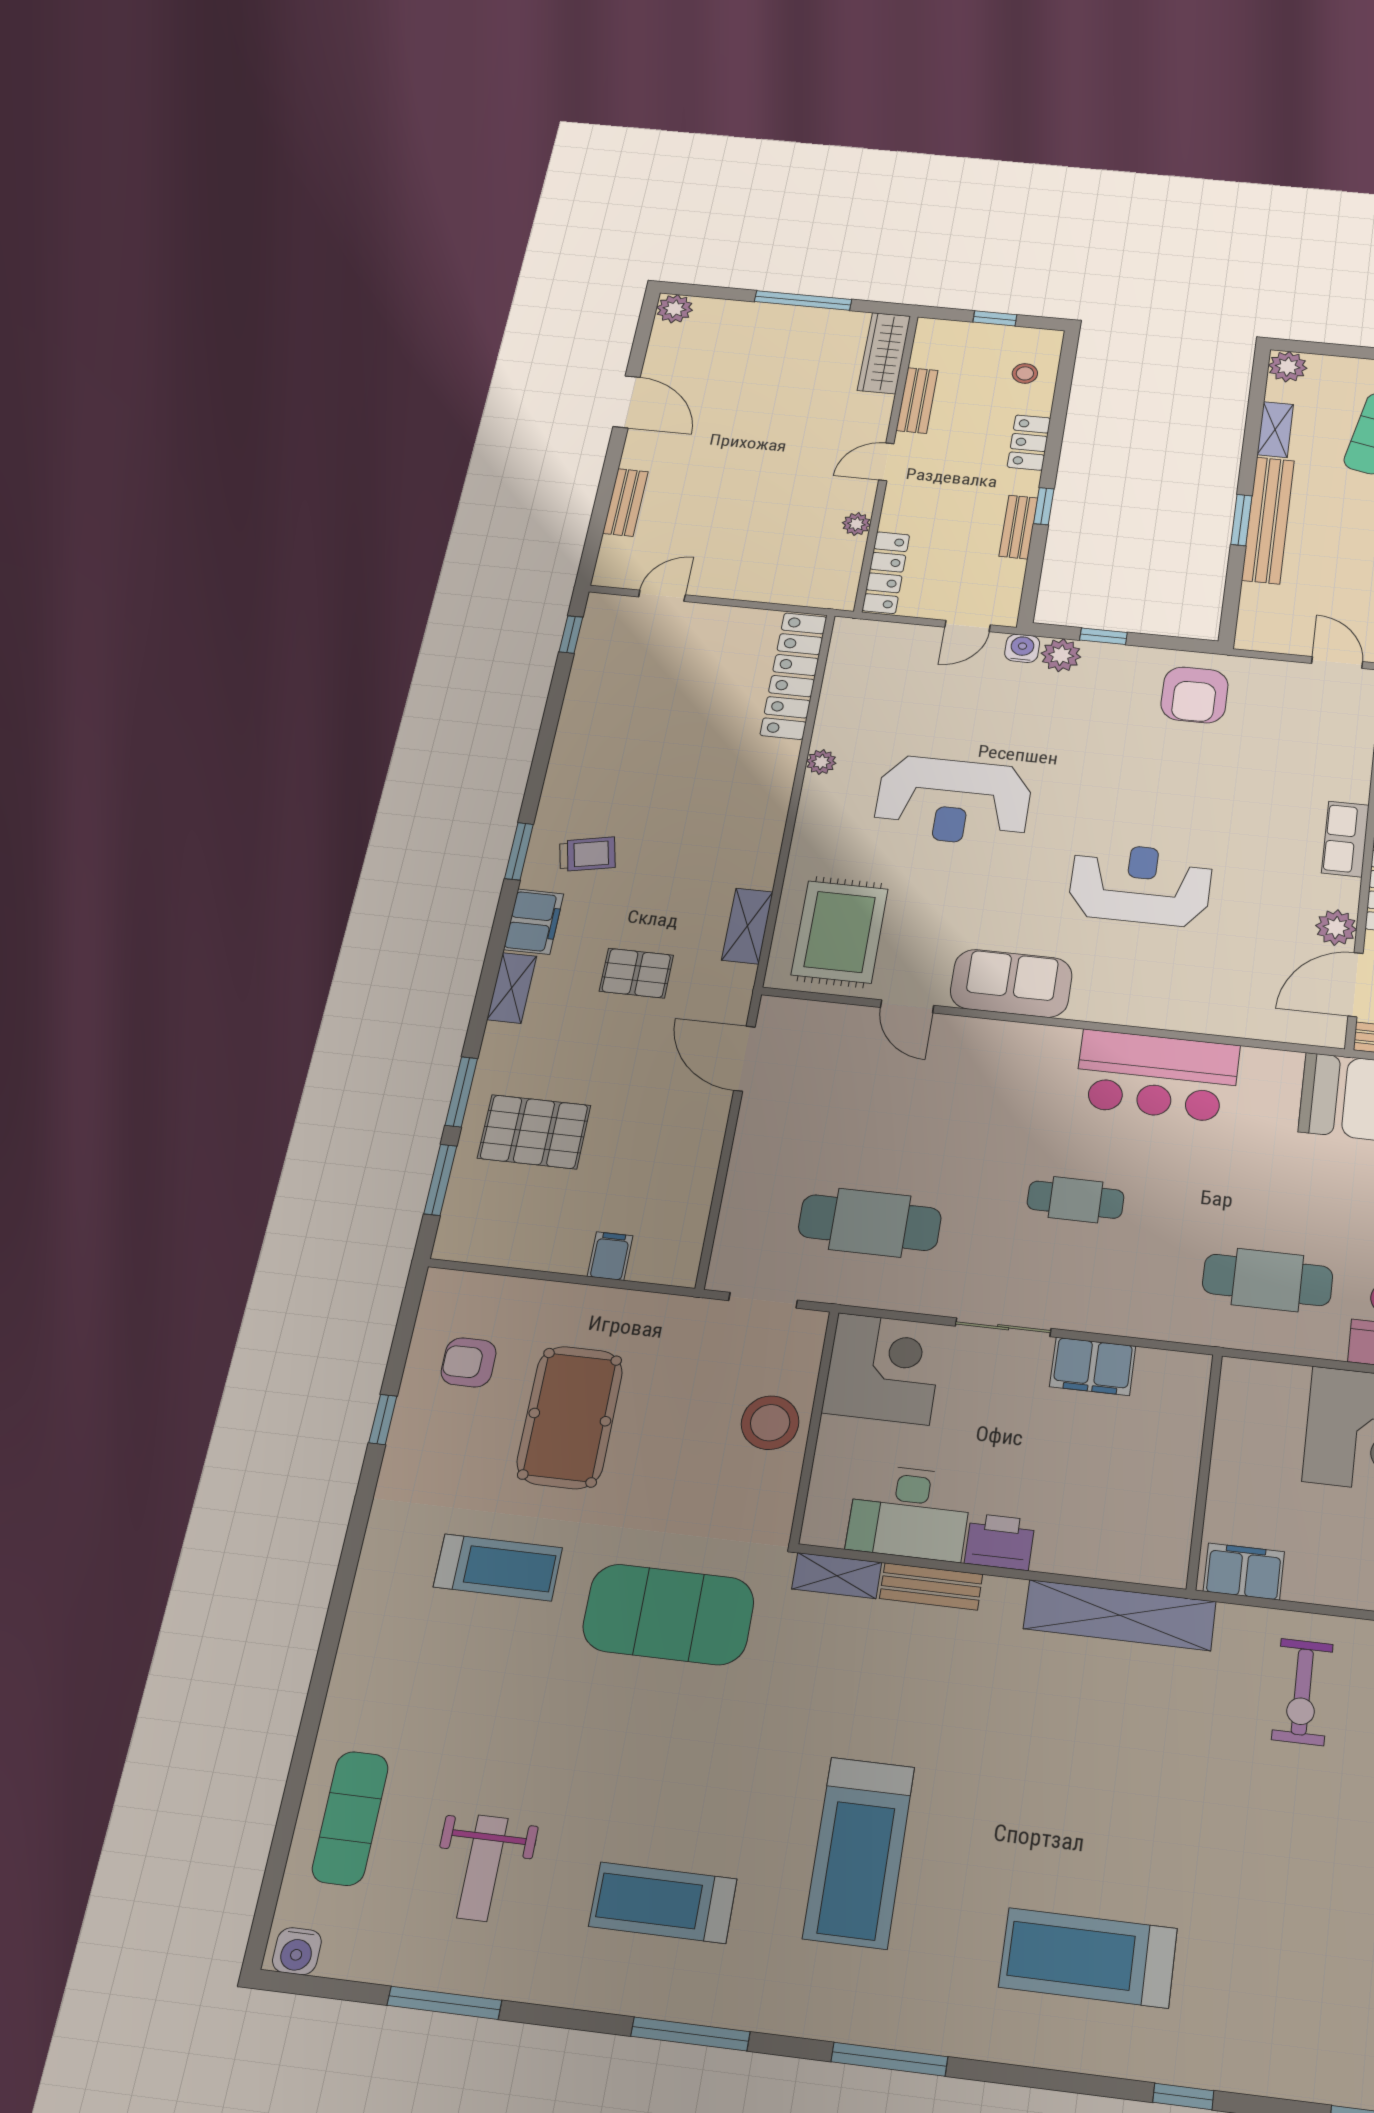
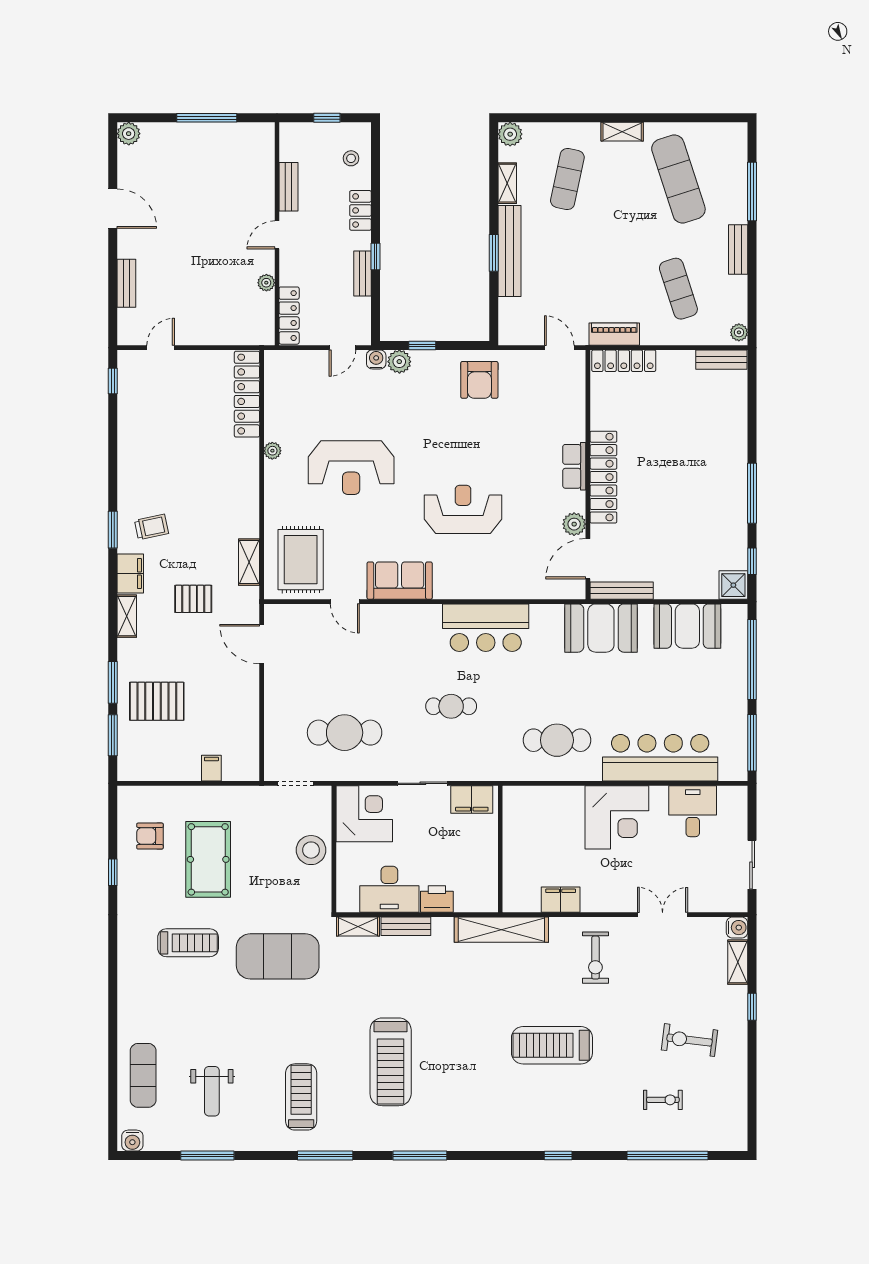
wardrobe: (884, 353) -> (263, 153), removed
wall: (1204, 1471) -> (500, 849), moved
treadmill: (663, 1903) -> (301, 1097), turned 90
treadmill: (1088, 1958) -> (552, 1045), moved

